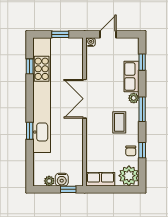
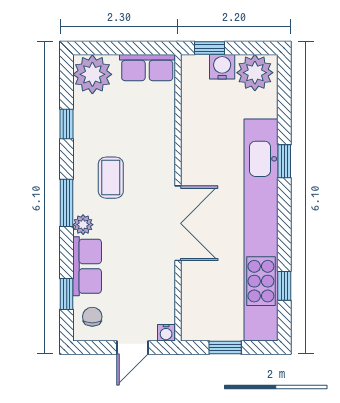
chair: (131, 151) -> (92, 317), moved
plant: (49, 181) -> (255, 73), width x1.87, depth x1.87

